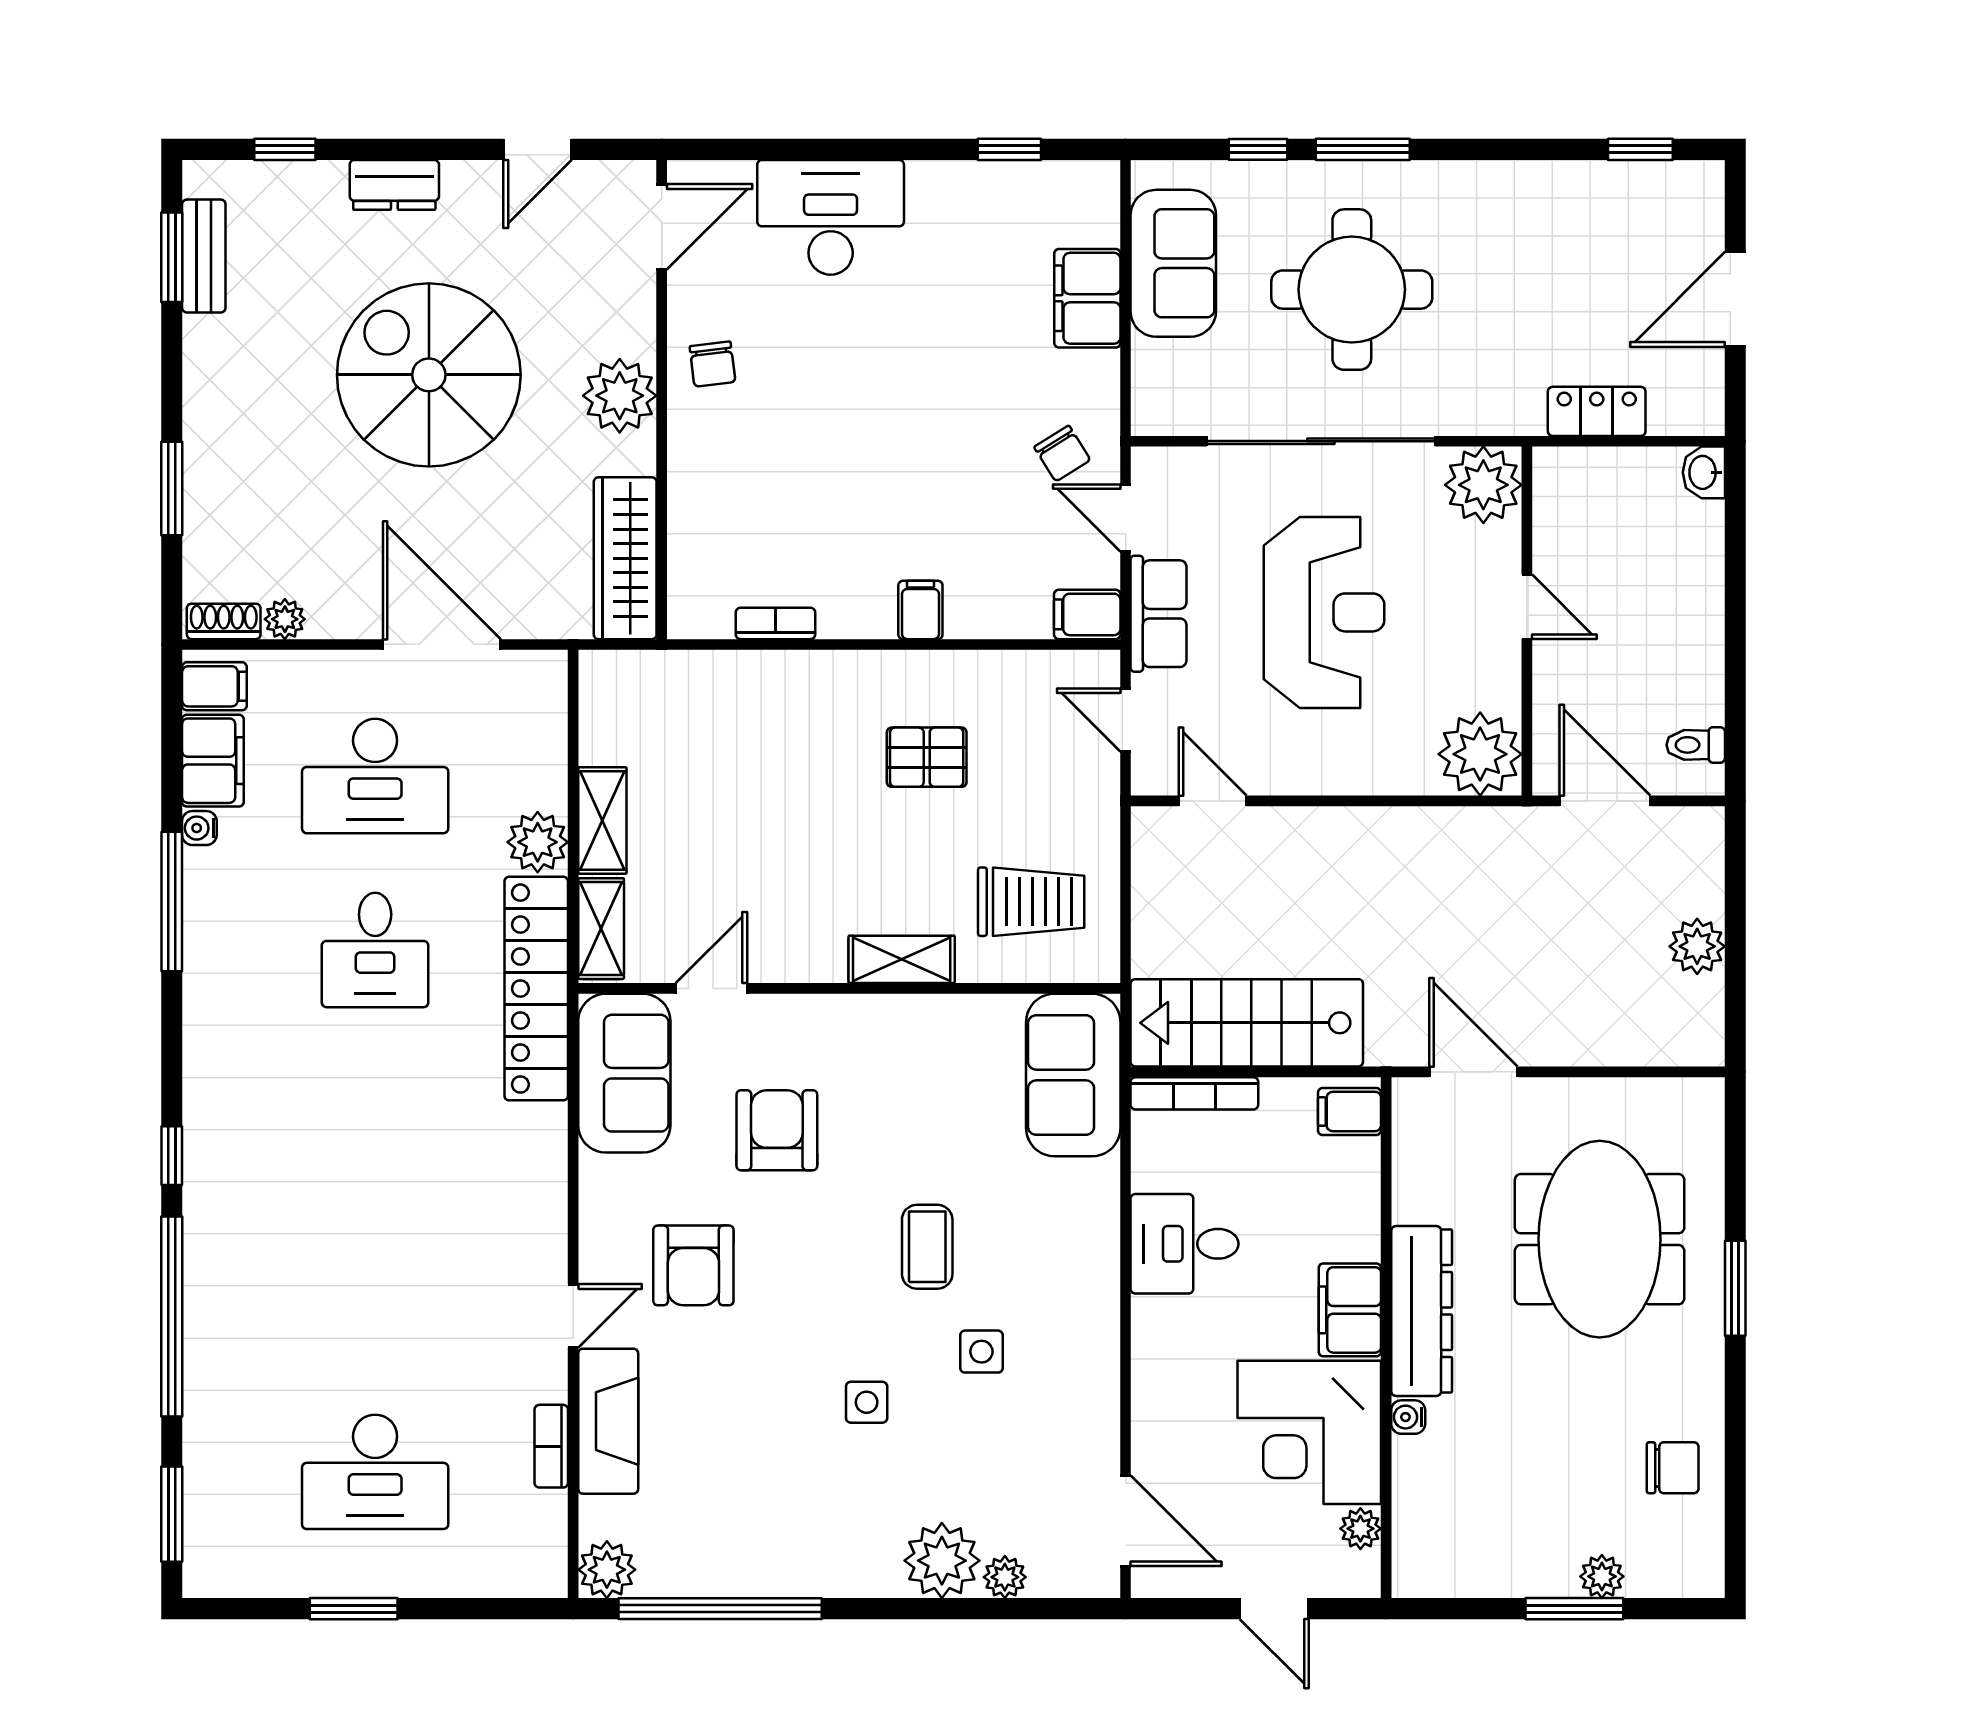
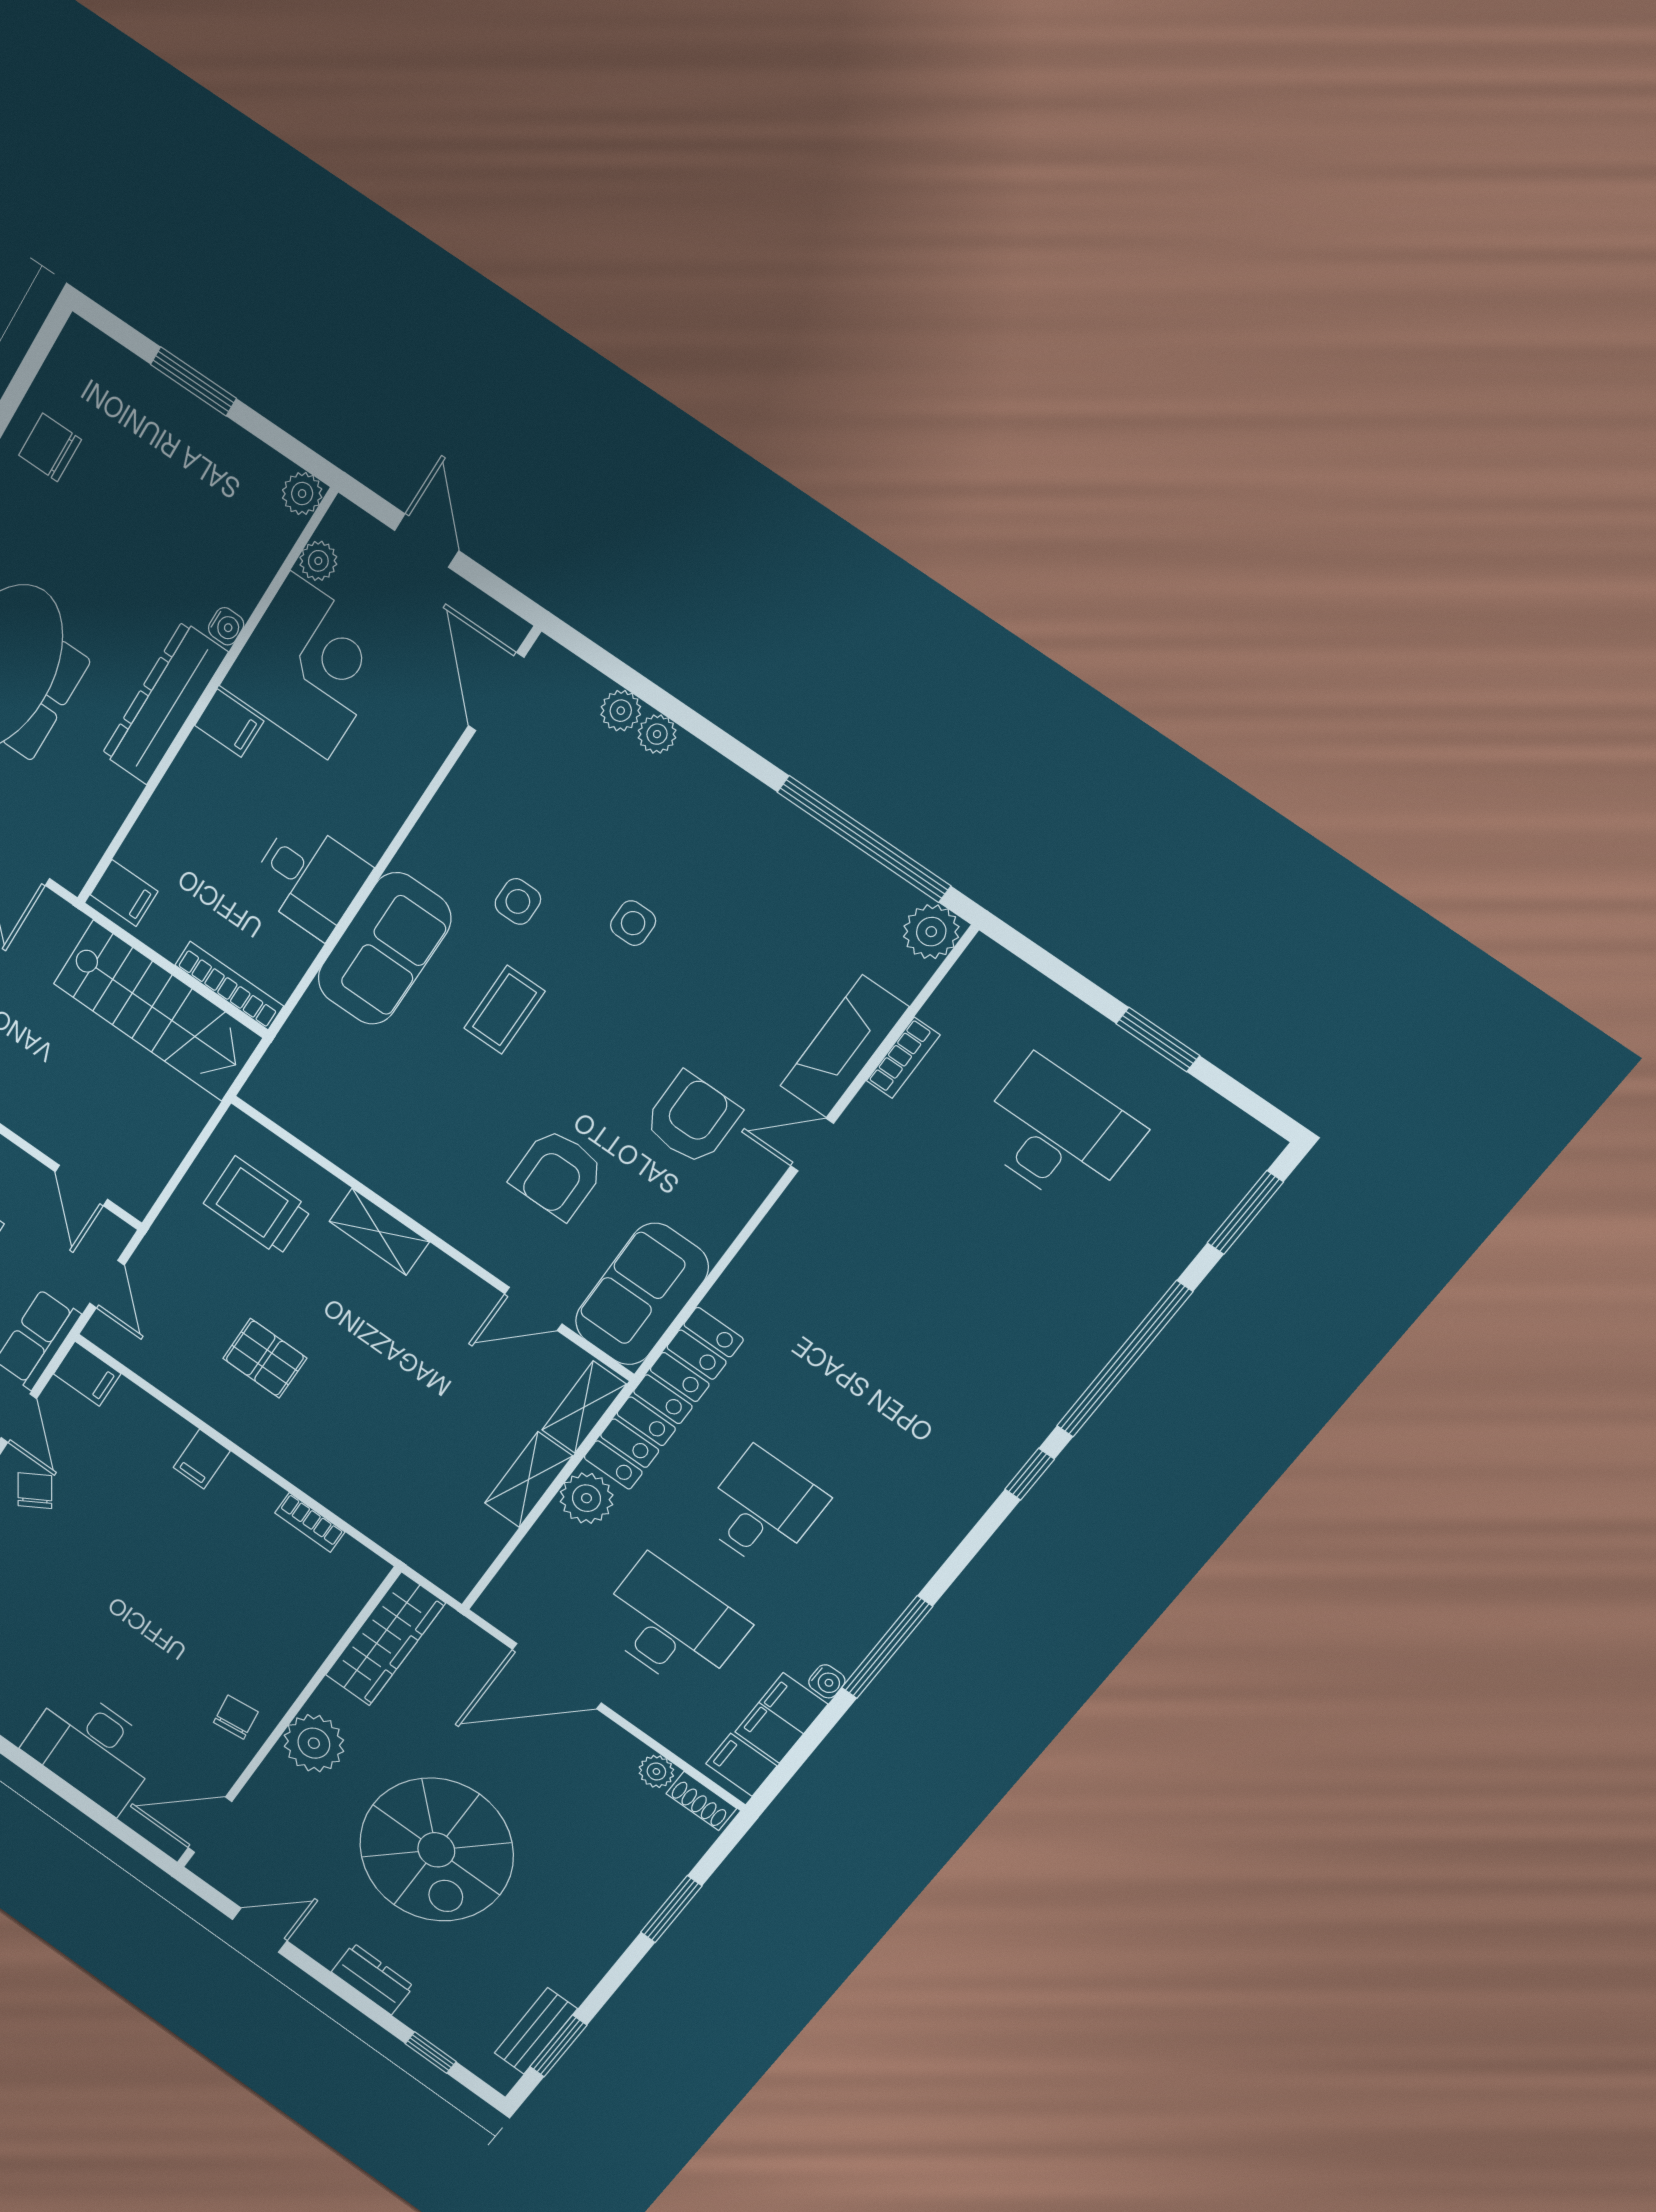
door: (442, 644) -> (557, 1676), hinge flipped
sofa: (1073, 1075) -> (384, 949), moved
filing cabinet: (1350, 1310) -> (229, 723), width x0.50
plant: (942, 1561) -> (657, 734), width x0.53, depth x0.53
plant: (1602, 1576) -> (302, 494), moved

